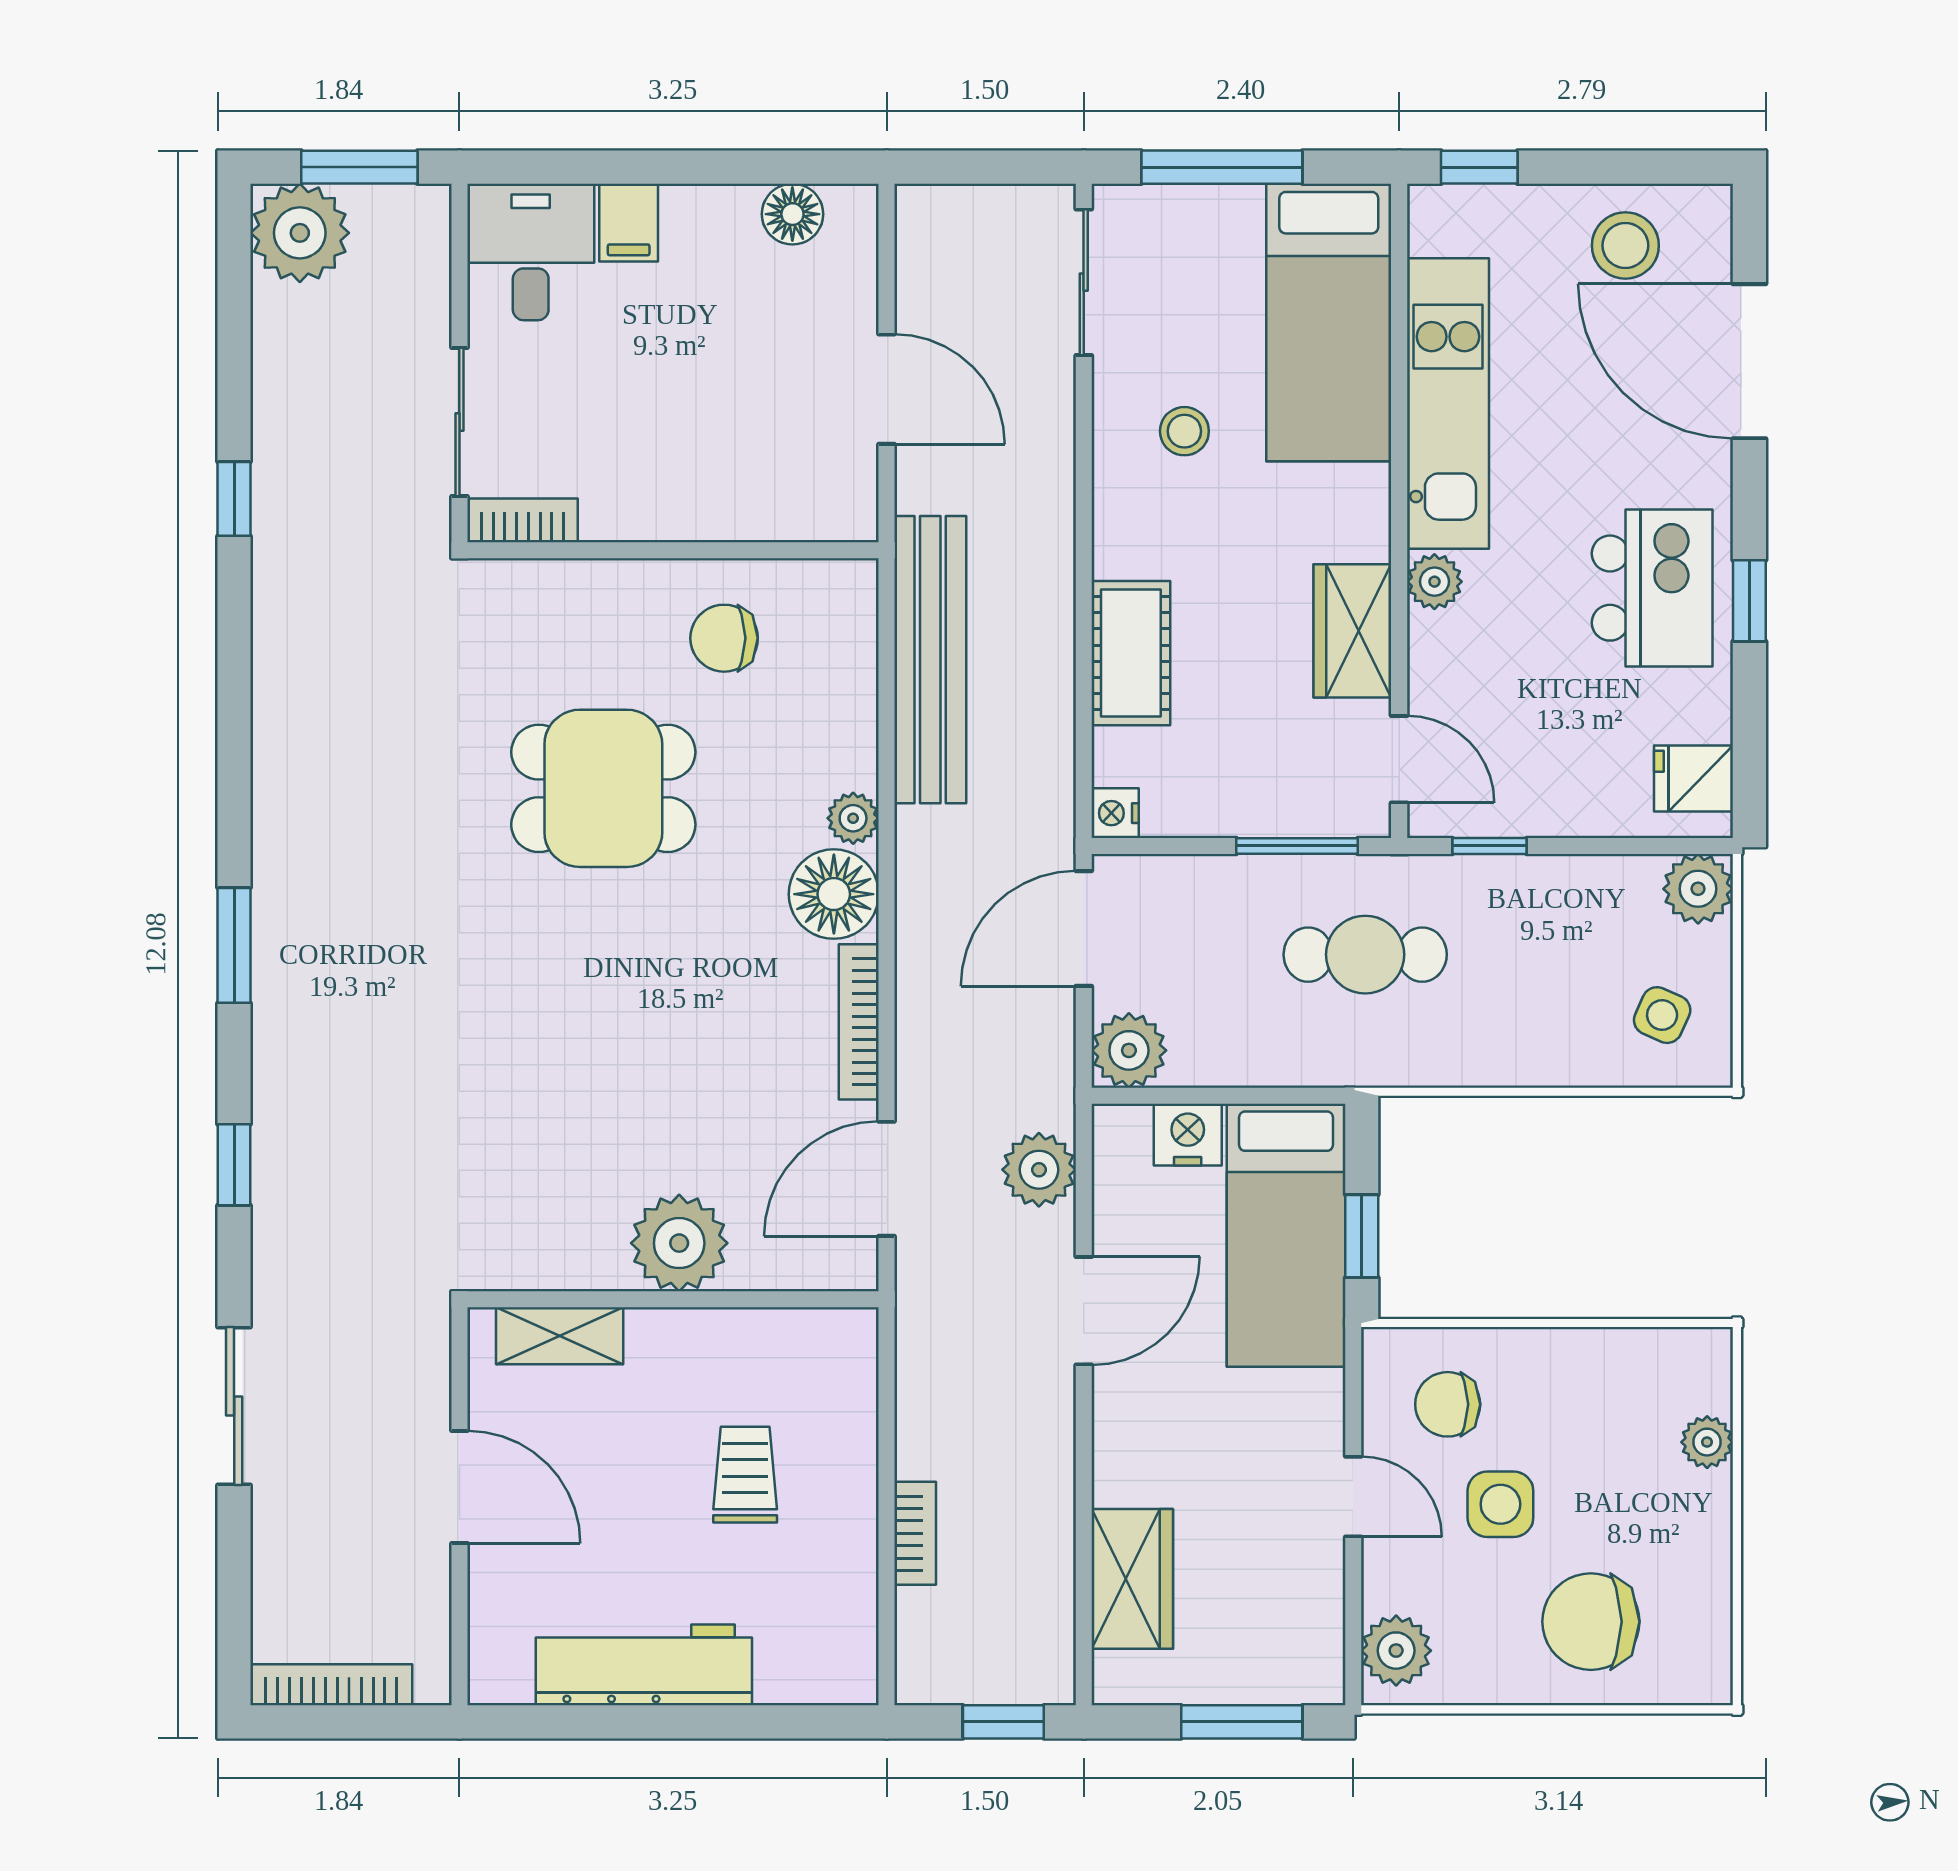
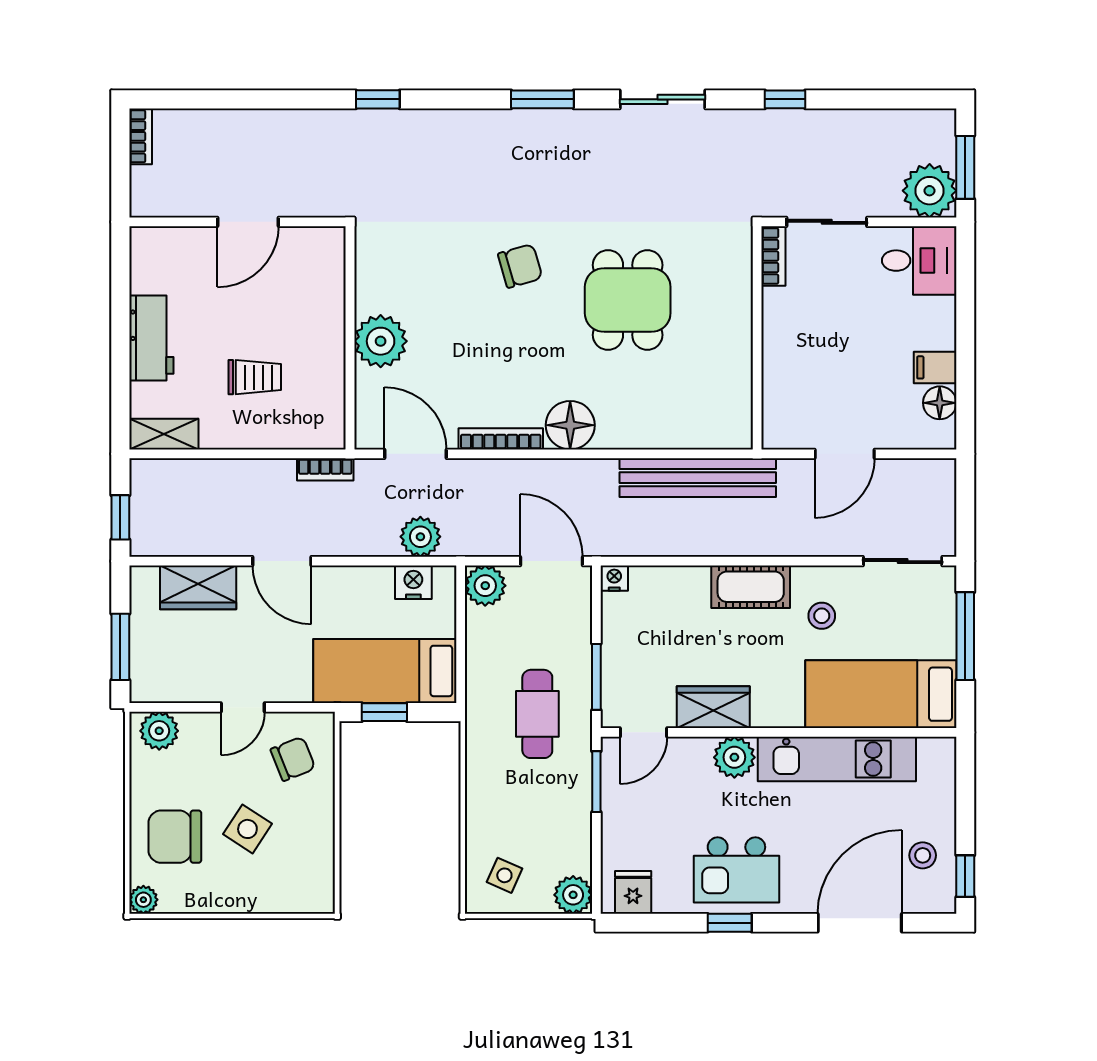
window: (1479, 167) -> (965, 876), moved
filing cabinet: (629, 223) -> (935, 367), moved
plant: (300, 233) -> (930, 191), moved
stool: (1625, 245) -> (923, 855), width x0.73, depth x0.73
plant: (1434, 582) -> (734, 757), width x1.38, depth x1.38
chair: (724, 638) -> (520, 266), moved, turned 74
cot: (1131, 653) -> (751, 587), moved
plant: (853, 818) -> (611, 436), removed
window: (1489, 846) -> (596, 782), width x1.50
nightstand: (1188, 1135) -> (413, 582), moved, turned -90
window: (234, 1165) -> (378, 99), moved
door: (1084, 1311) -> (282, 561), moved
shelving: (560, 1336) -> (164, 434), moved, turned 90
chair: (1448, 1404) -> (293, 759), turned 68
sliding door: (234, 1406) -> (662, 99), moved
plant: (1707, 1442) -> (143, 900), moved
side table: (1500, 1504) -> (247, 829), moved, turned 33
bookcase: (915, 1533) -> (325, 469), moved
chair: (1591, 1622) -> (175, 837), turned -90
workbench: (644, 1665) -> (151, 338), width x0.73
bookcase: (331, 1685) -> (141, 136), width x0.64

